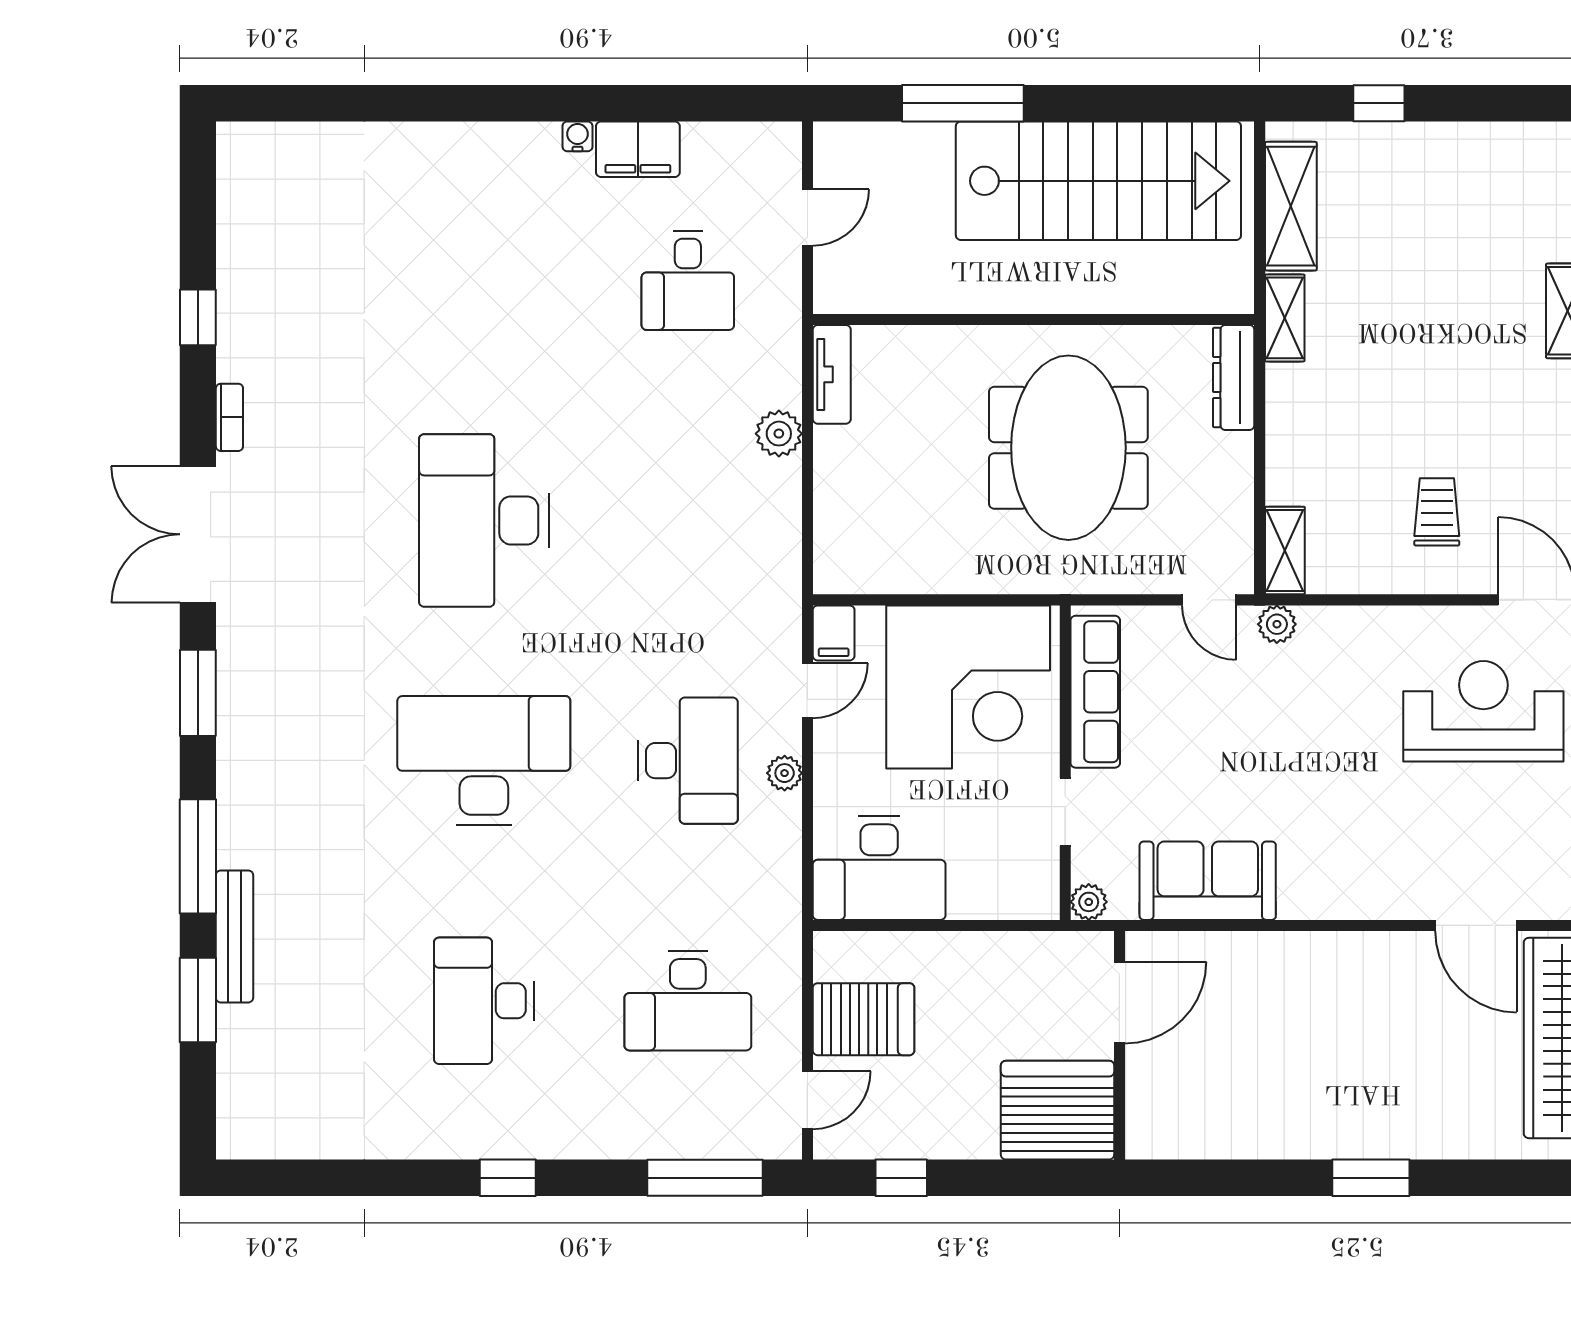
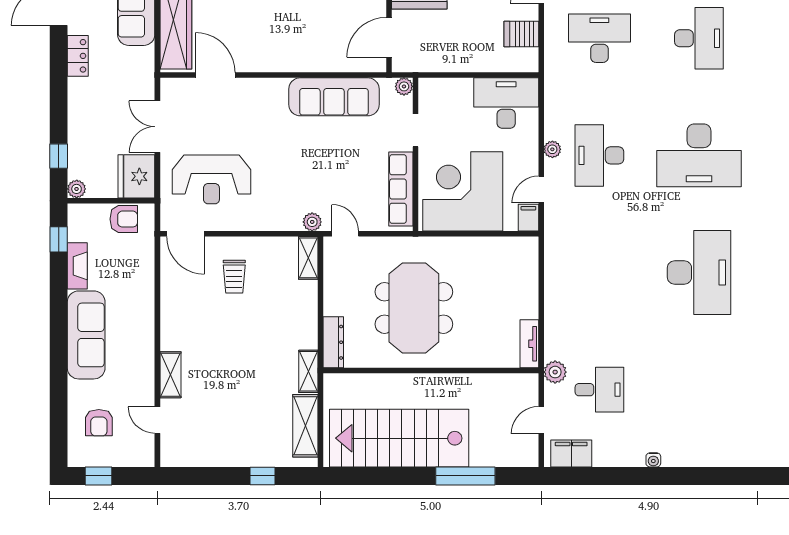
filing cabinet: (638, 149) -> (571, 454), moved
desk: (688, 280) -> (599, 390), turned 90
plant: (779, 434) -> (555, 372), moved
sofa: (1208, 881) -> (334, 97), width x1.36
server rack: (864, 1019) -> (521, 34), width x0.73, depth x0.70

